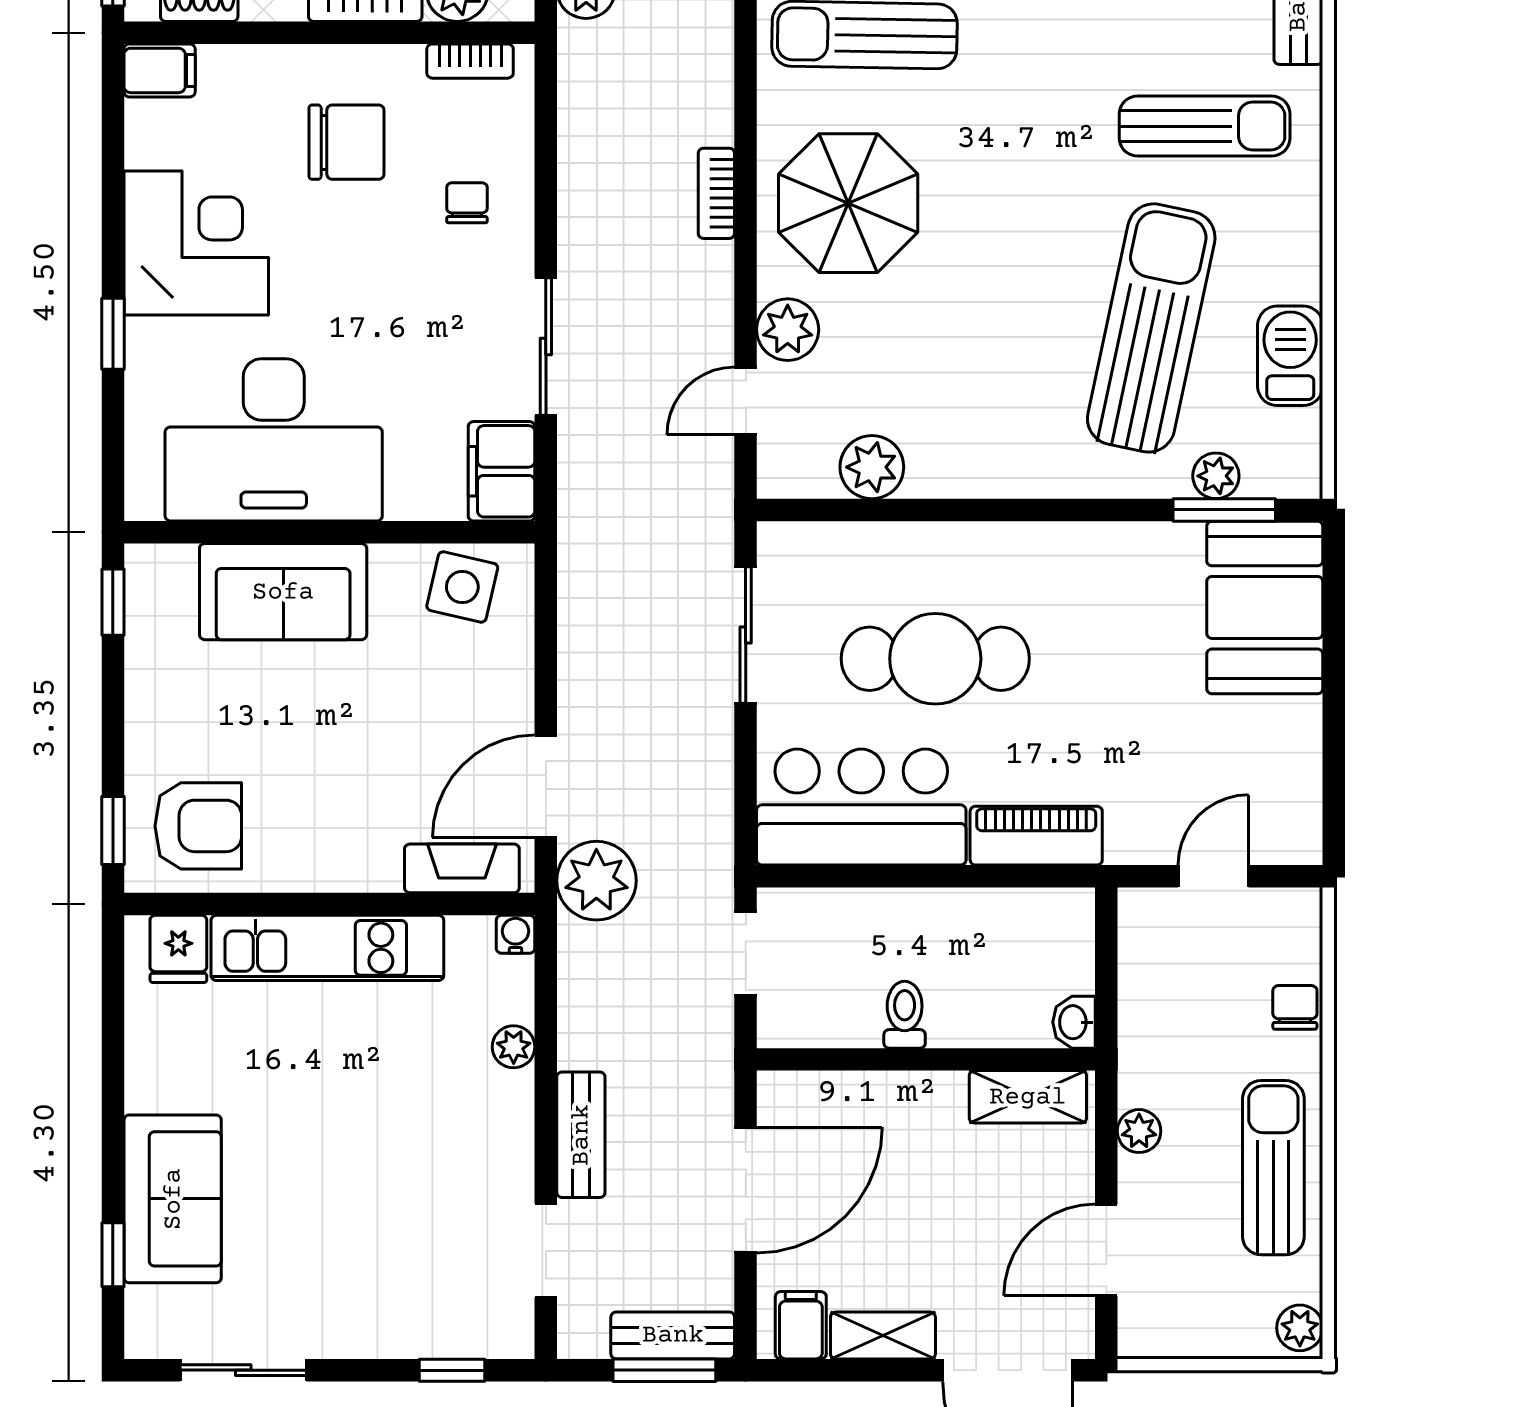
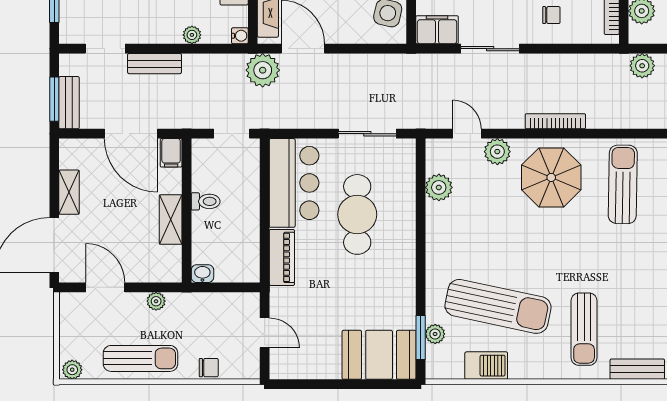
bookcase: (716, 193) -> (555, 121), width x1.56
shelving: (1028, 1097) -> (171, 220), moved
filing cabinet: (801, 1325) -> (171, 153), moved, turned 90

